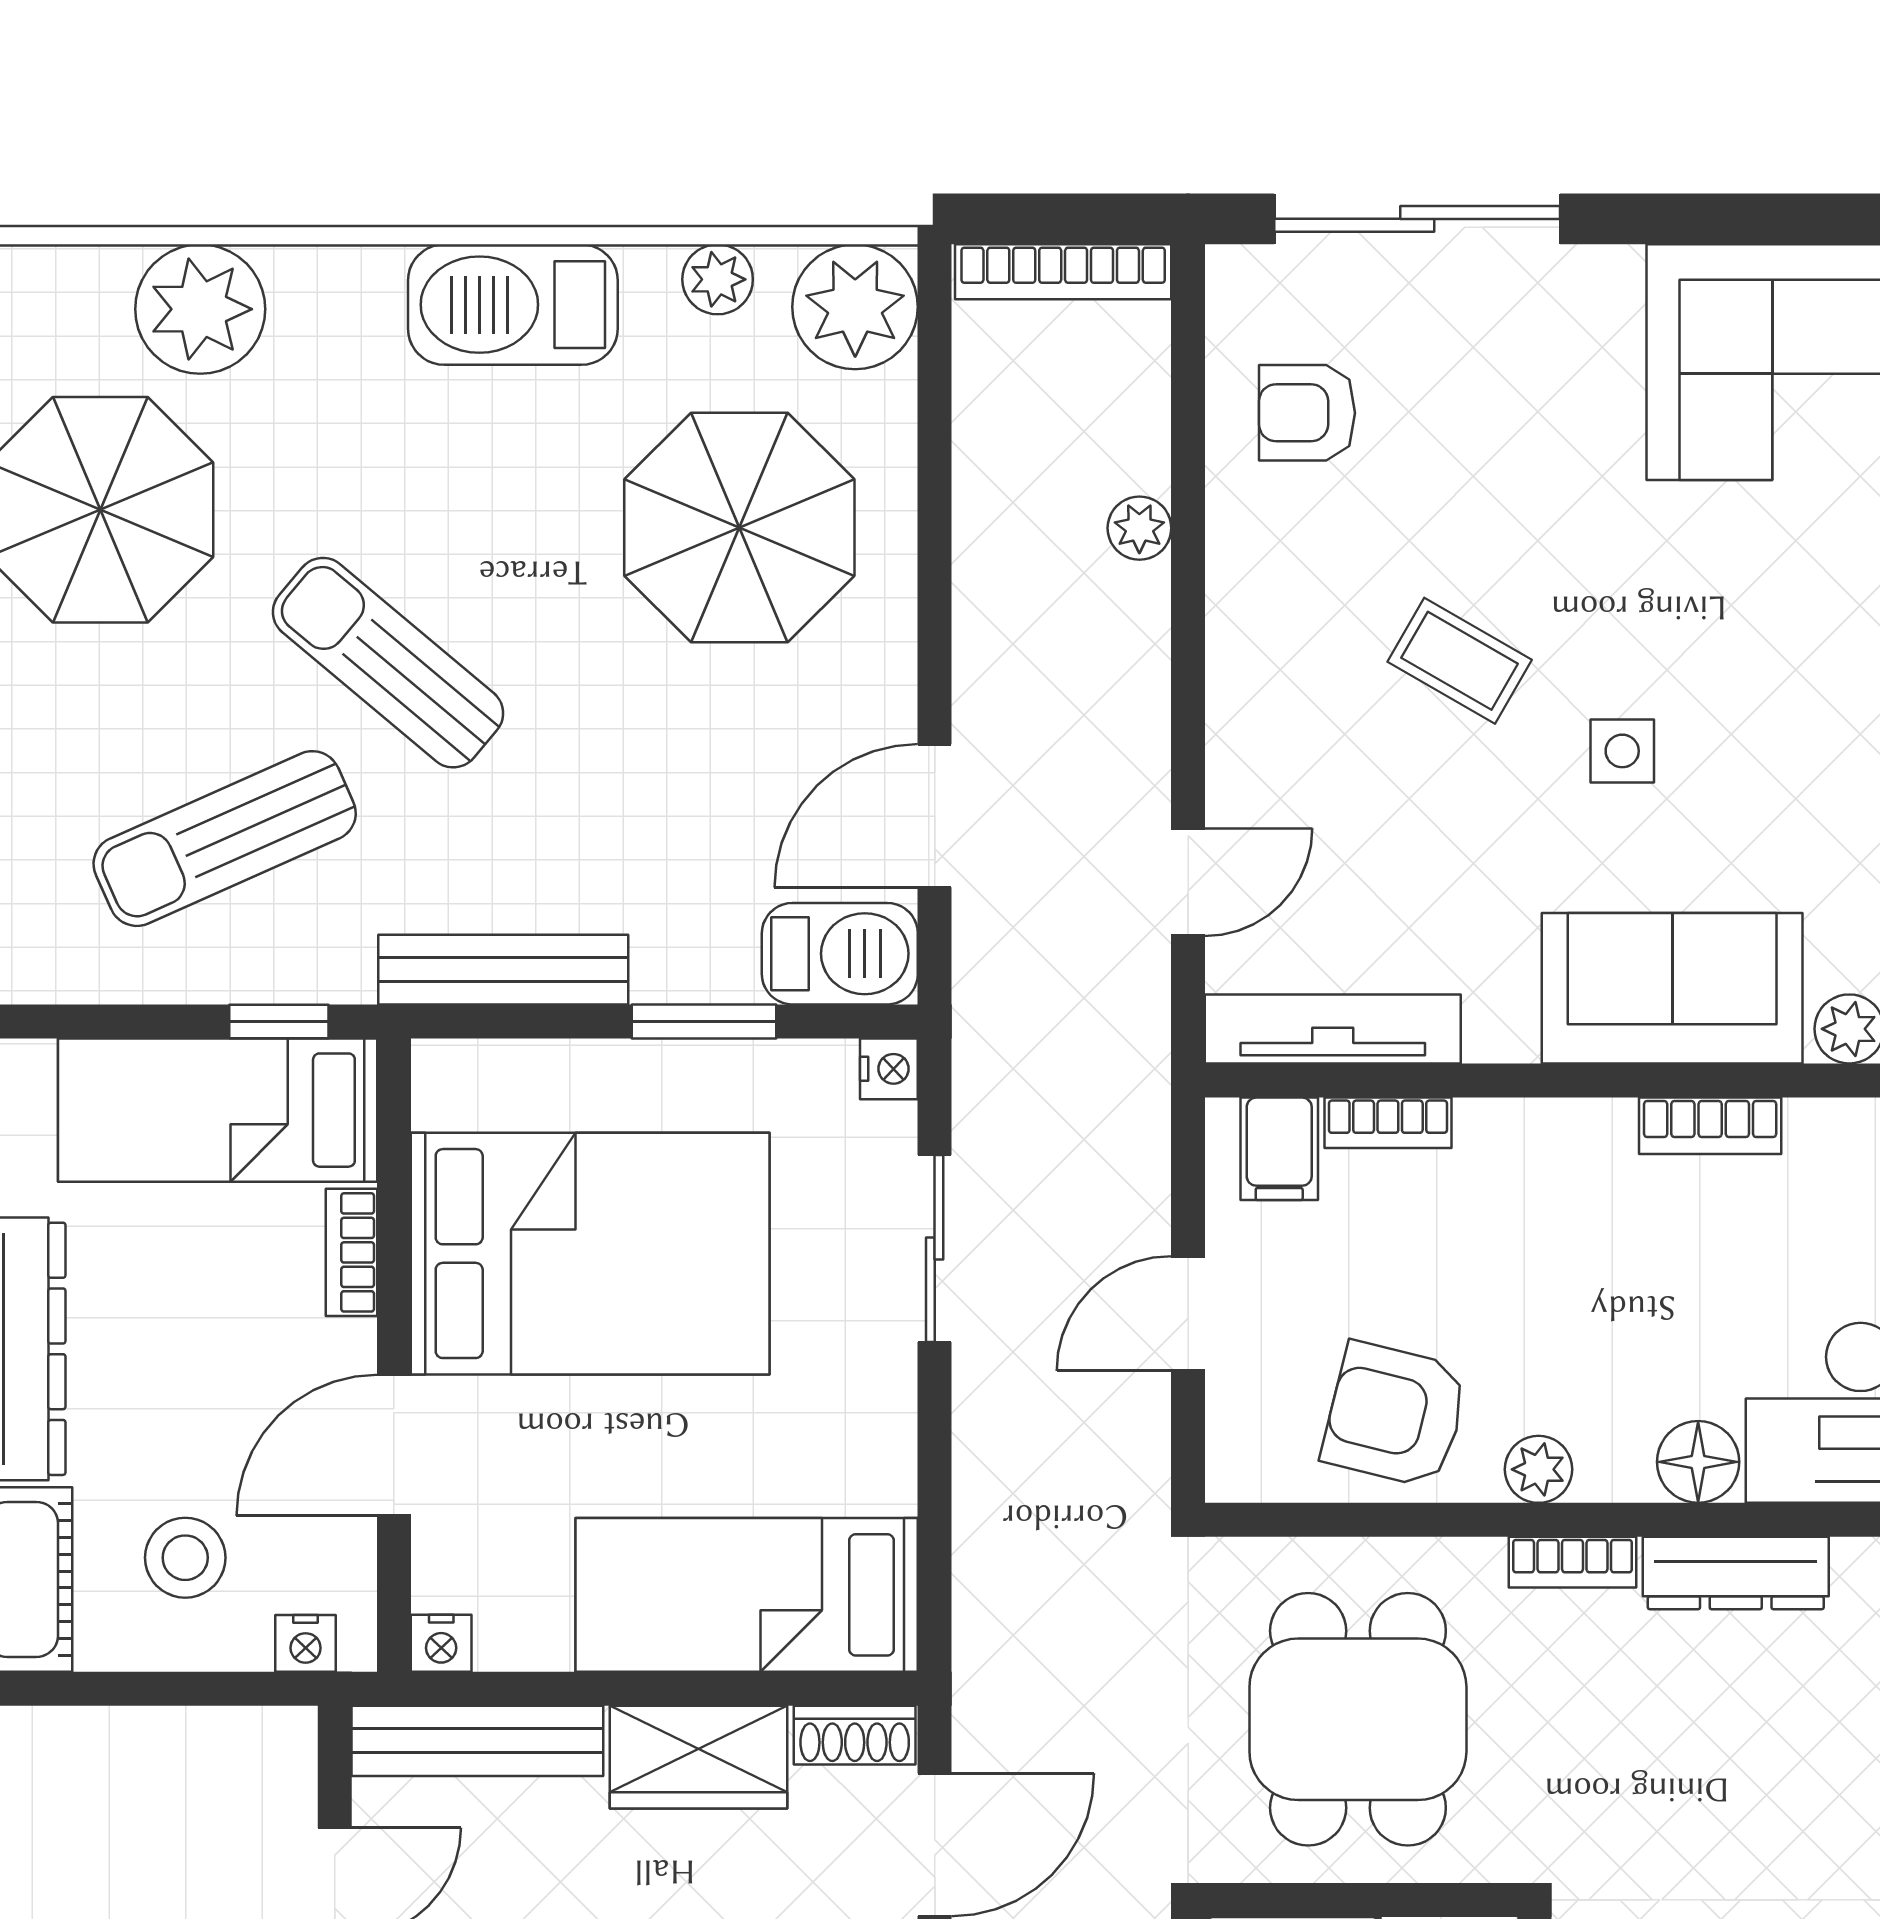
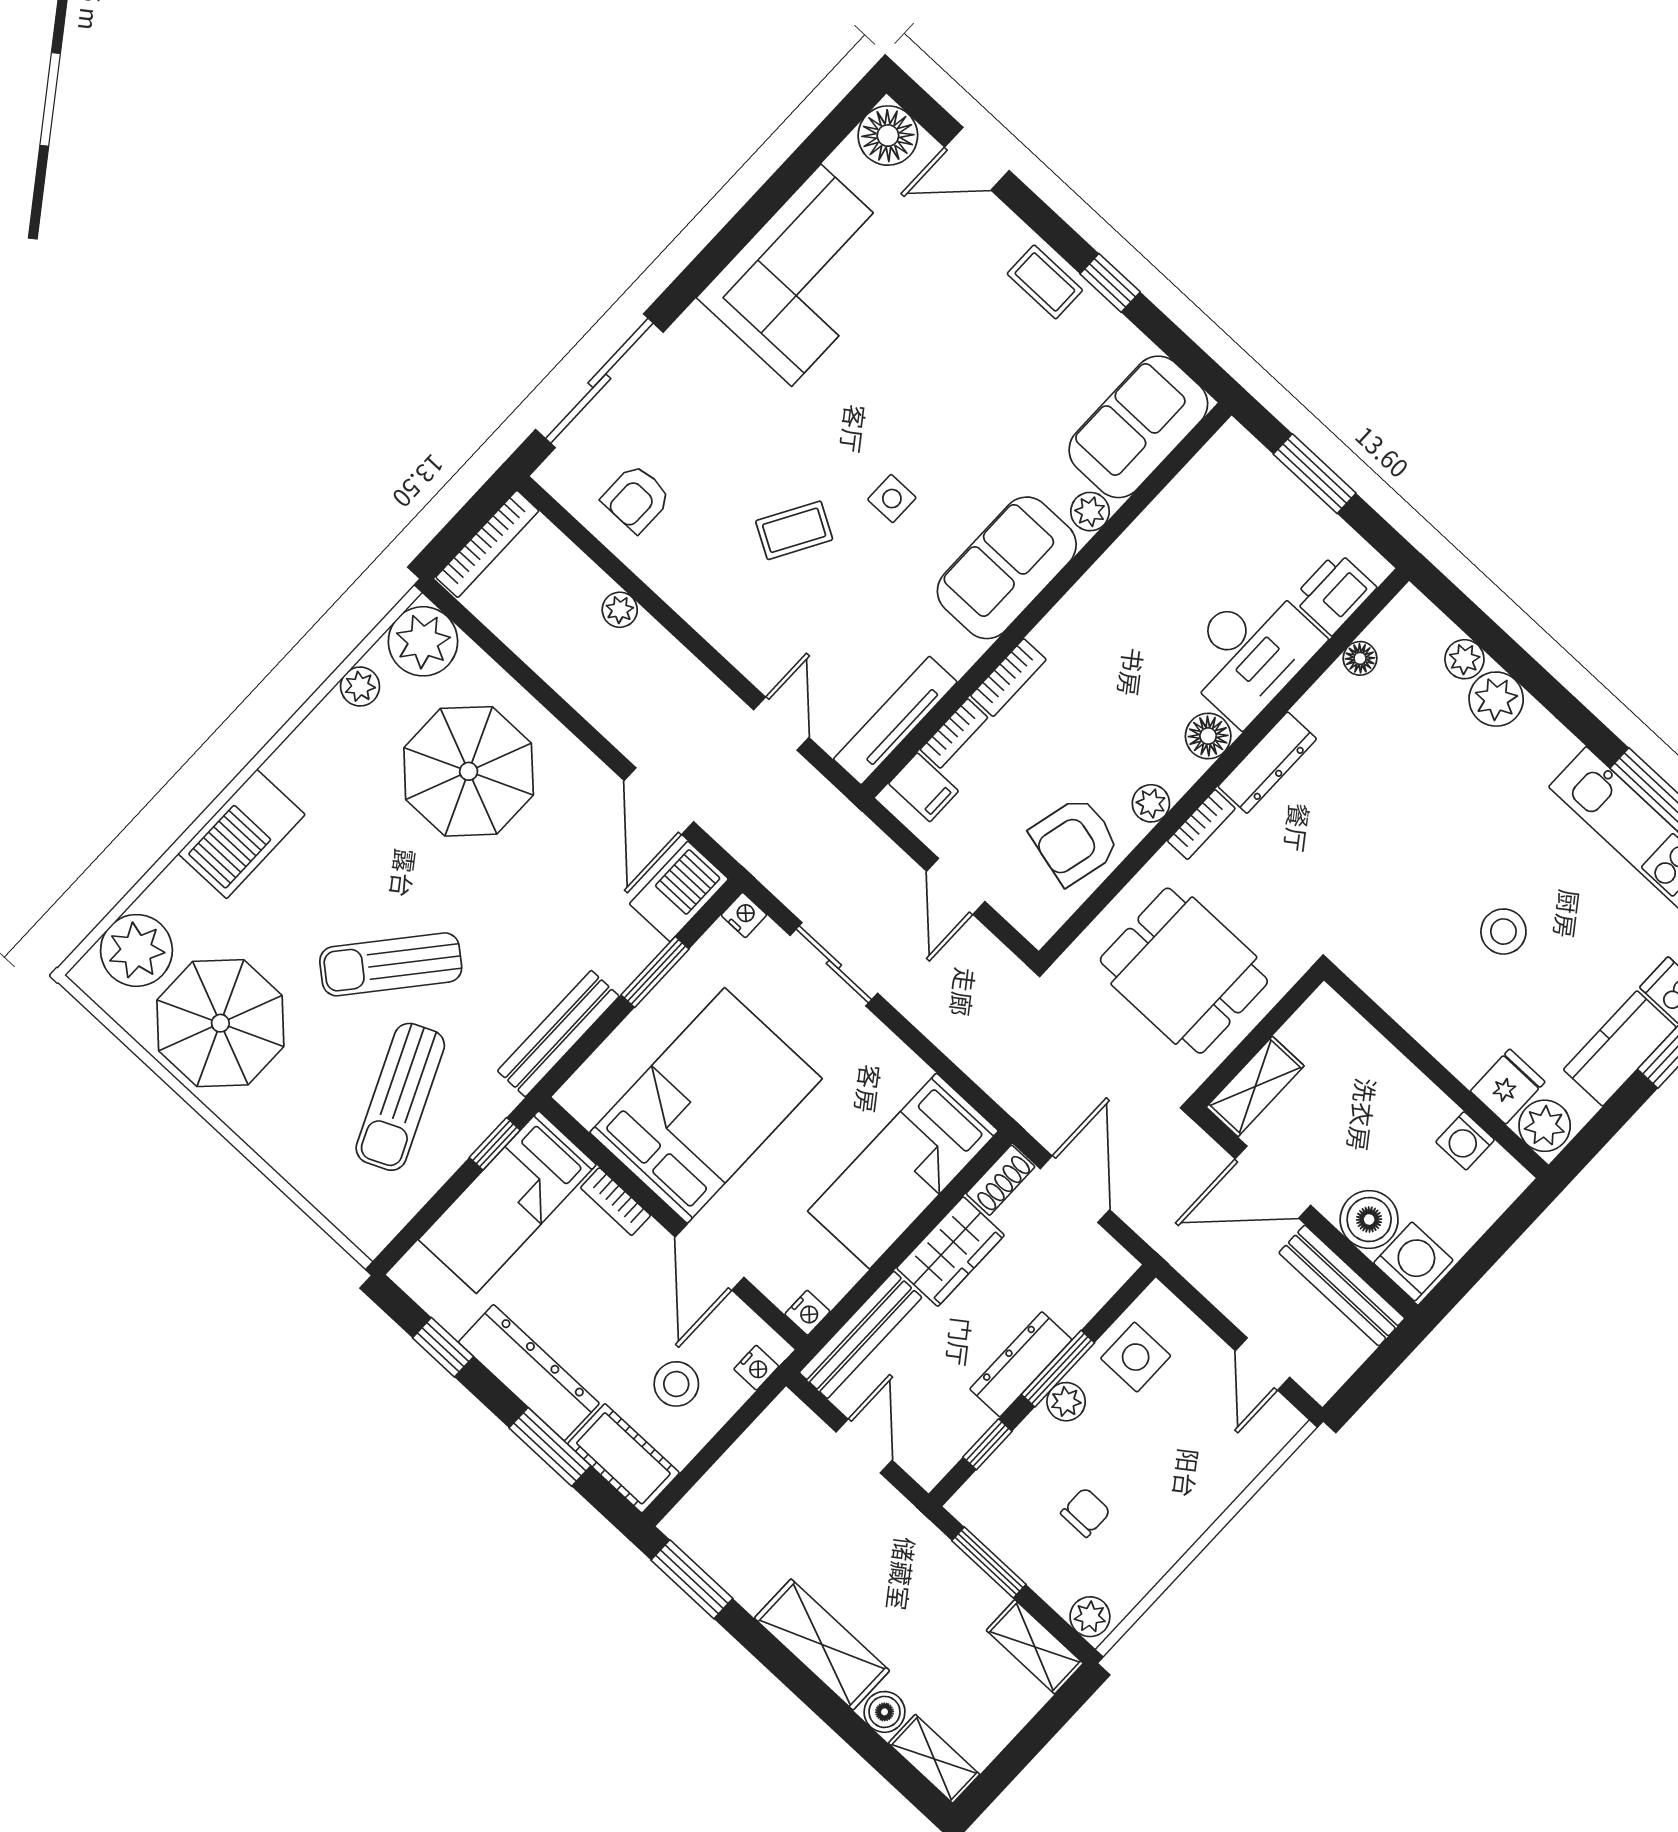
barbecue: (513, 305) -> (242, 834), moved
plant: (200, 309) -> (136, 950), moved
bookcase: (1710, 1126) -> (1008, 678), moved

